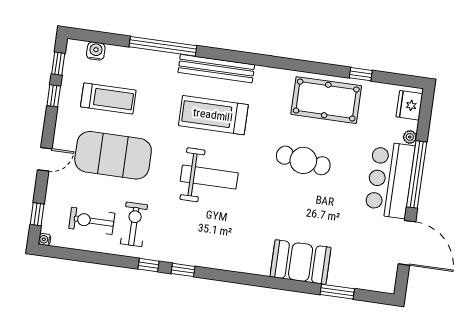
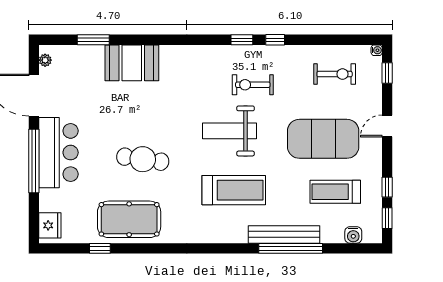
bench: (216, 69) -> (284, 234), moved
plant: (410, 137) -> (45, 60), moved
exercise bike: (134, 224) -> (253, 85), moved, turned 90

